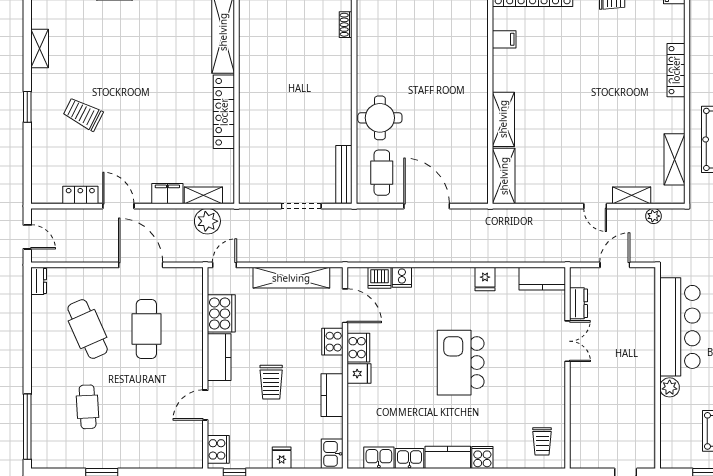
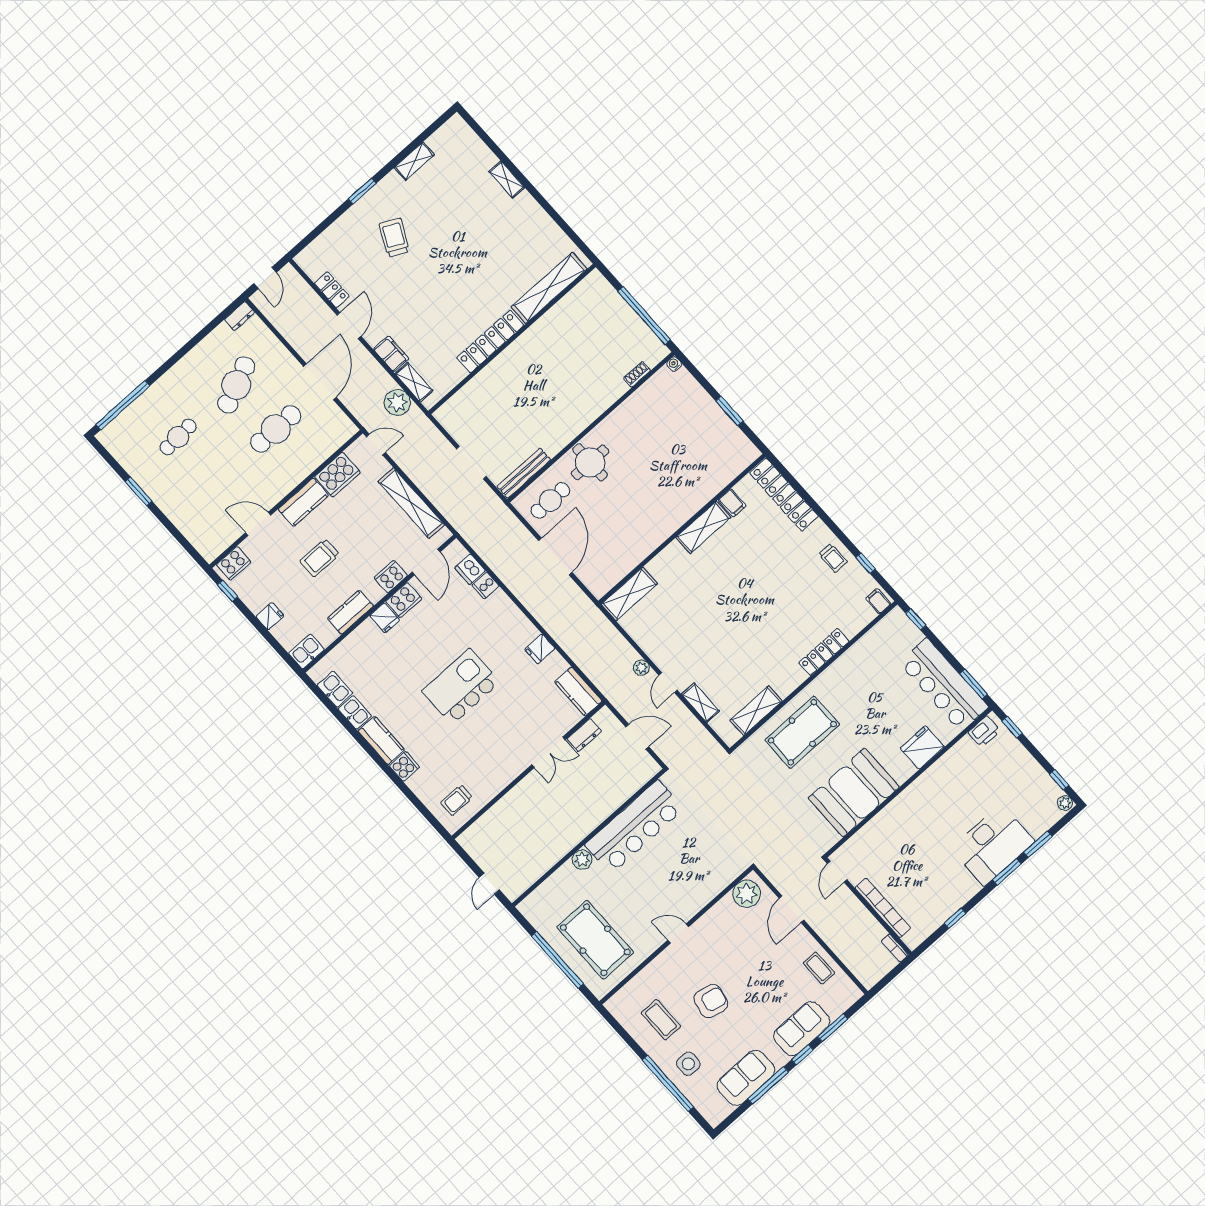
shelving: (503, 119) -> (703, 527), moved
plant: (654, 216) -> (641, 668), moved

